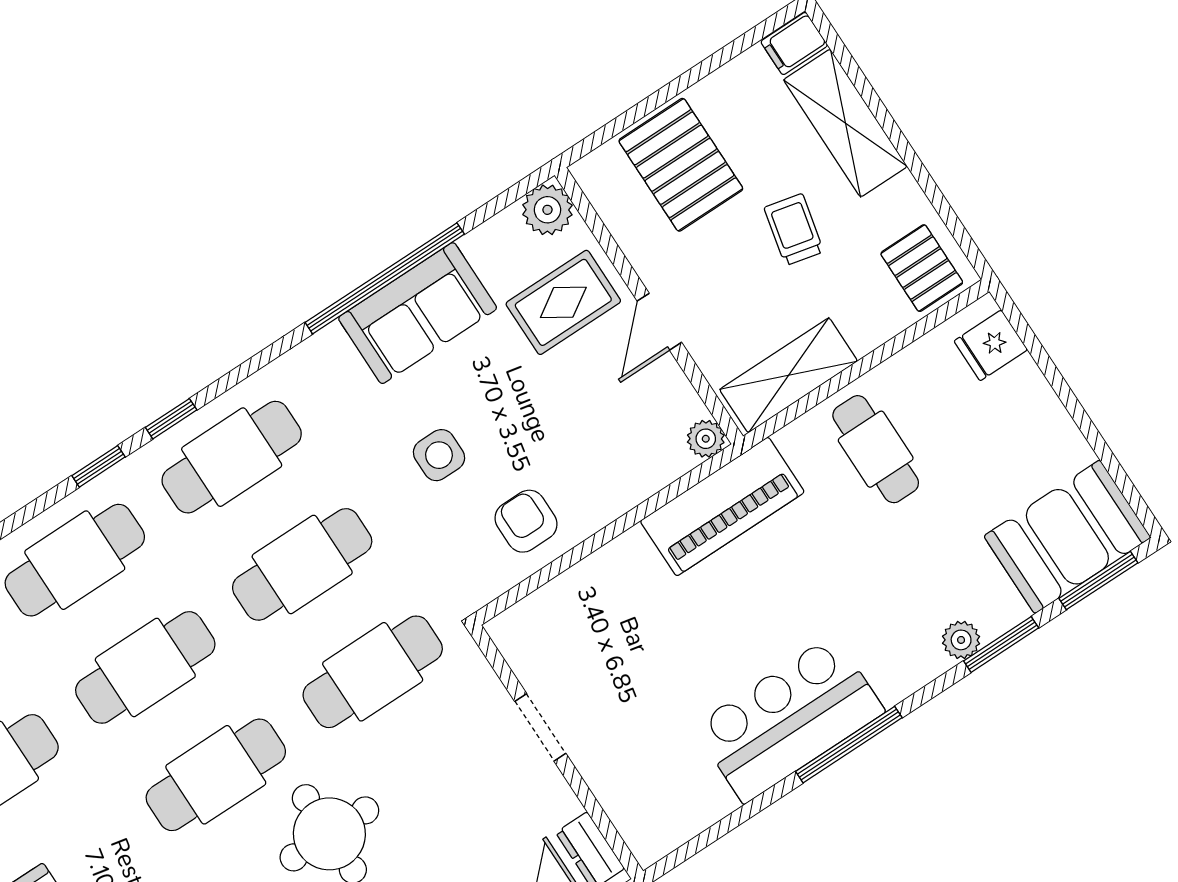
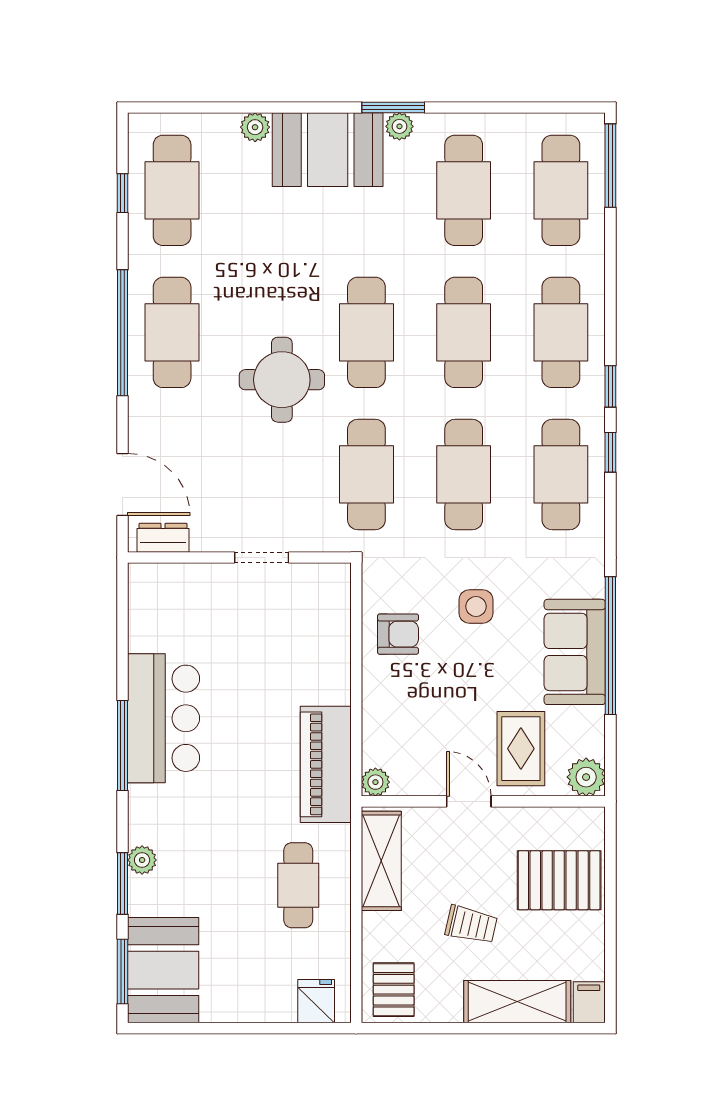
pallet: (922, 268) -> (394, 990), turned 90
cafe table: (876, 449) -> (298, 885), turned 90

